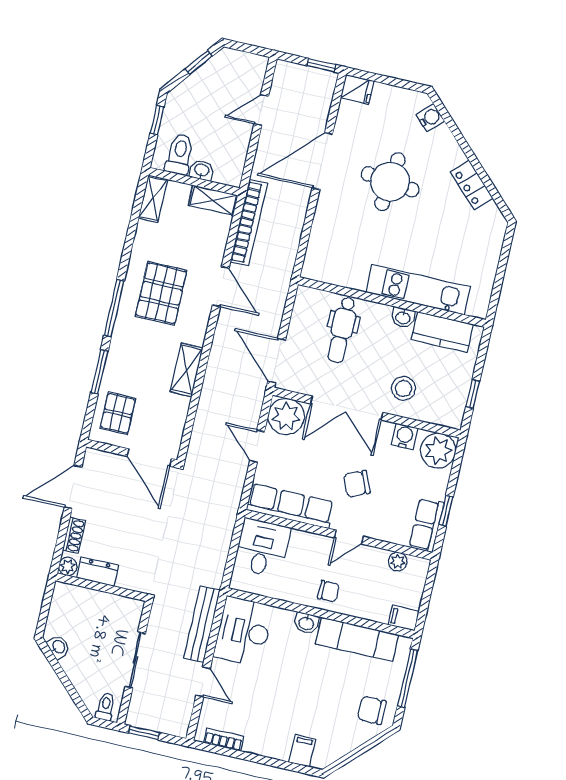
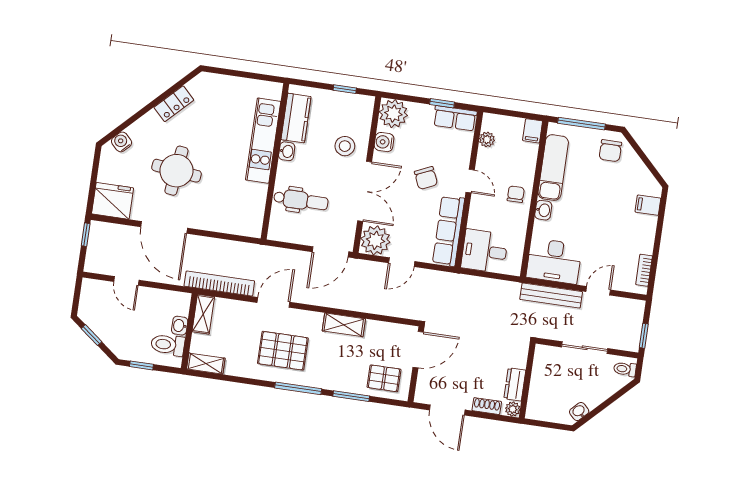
fridge: (357, 90) -> (113, 201), width x1.88, depth x1.34

